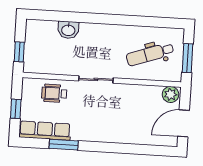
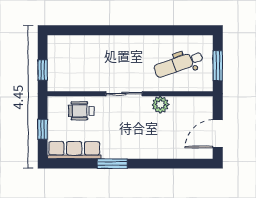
washbasin: (68, 30) -> (92, 44), removed
plant: (171, 94) -> (160, 105), moved
window: (64, 145) -> (112, 164), moved

